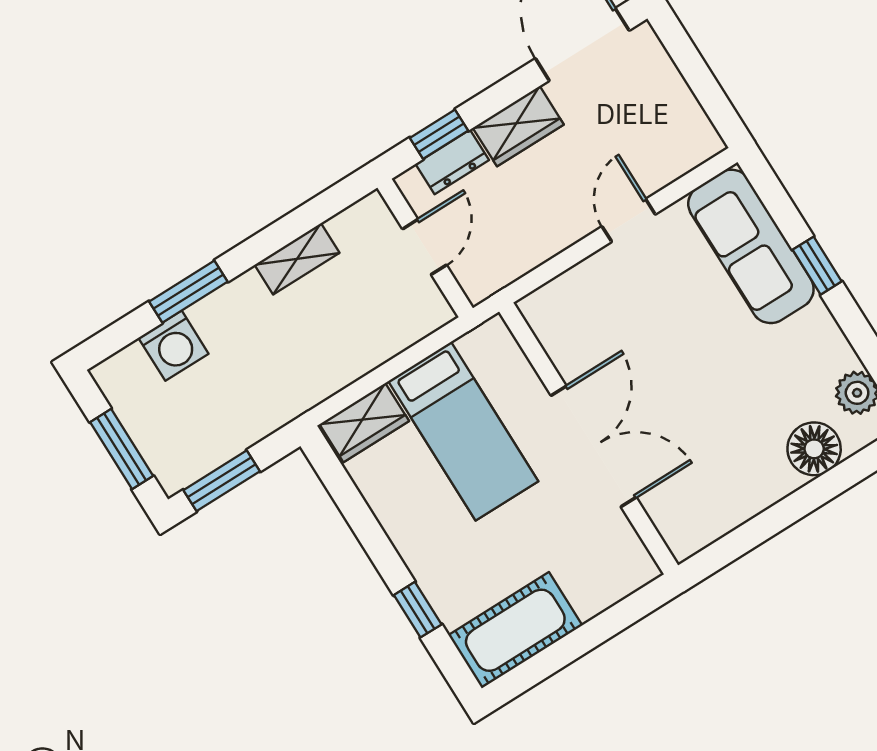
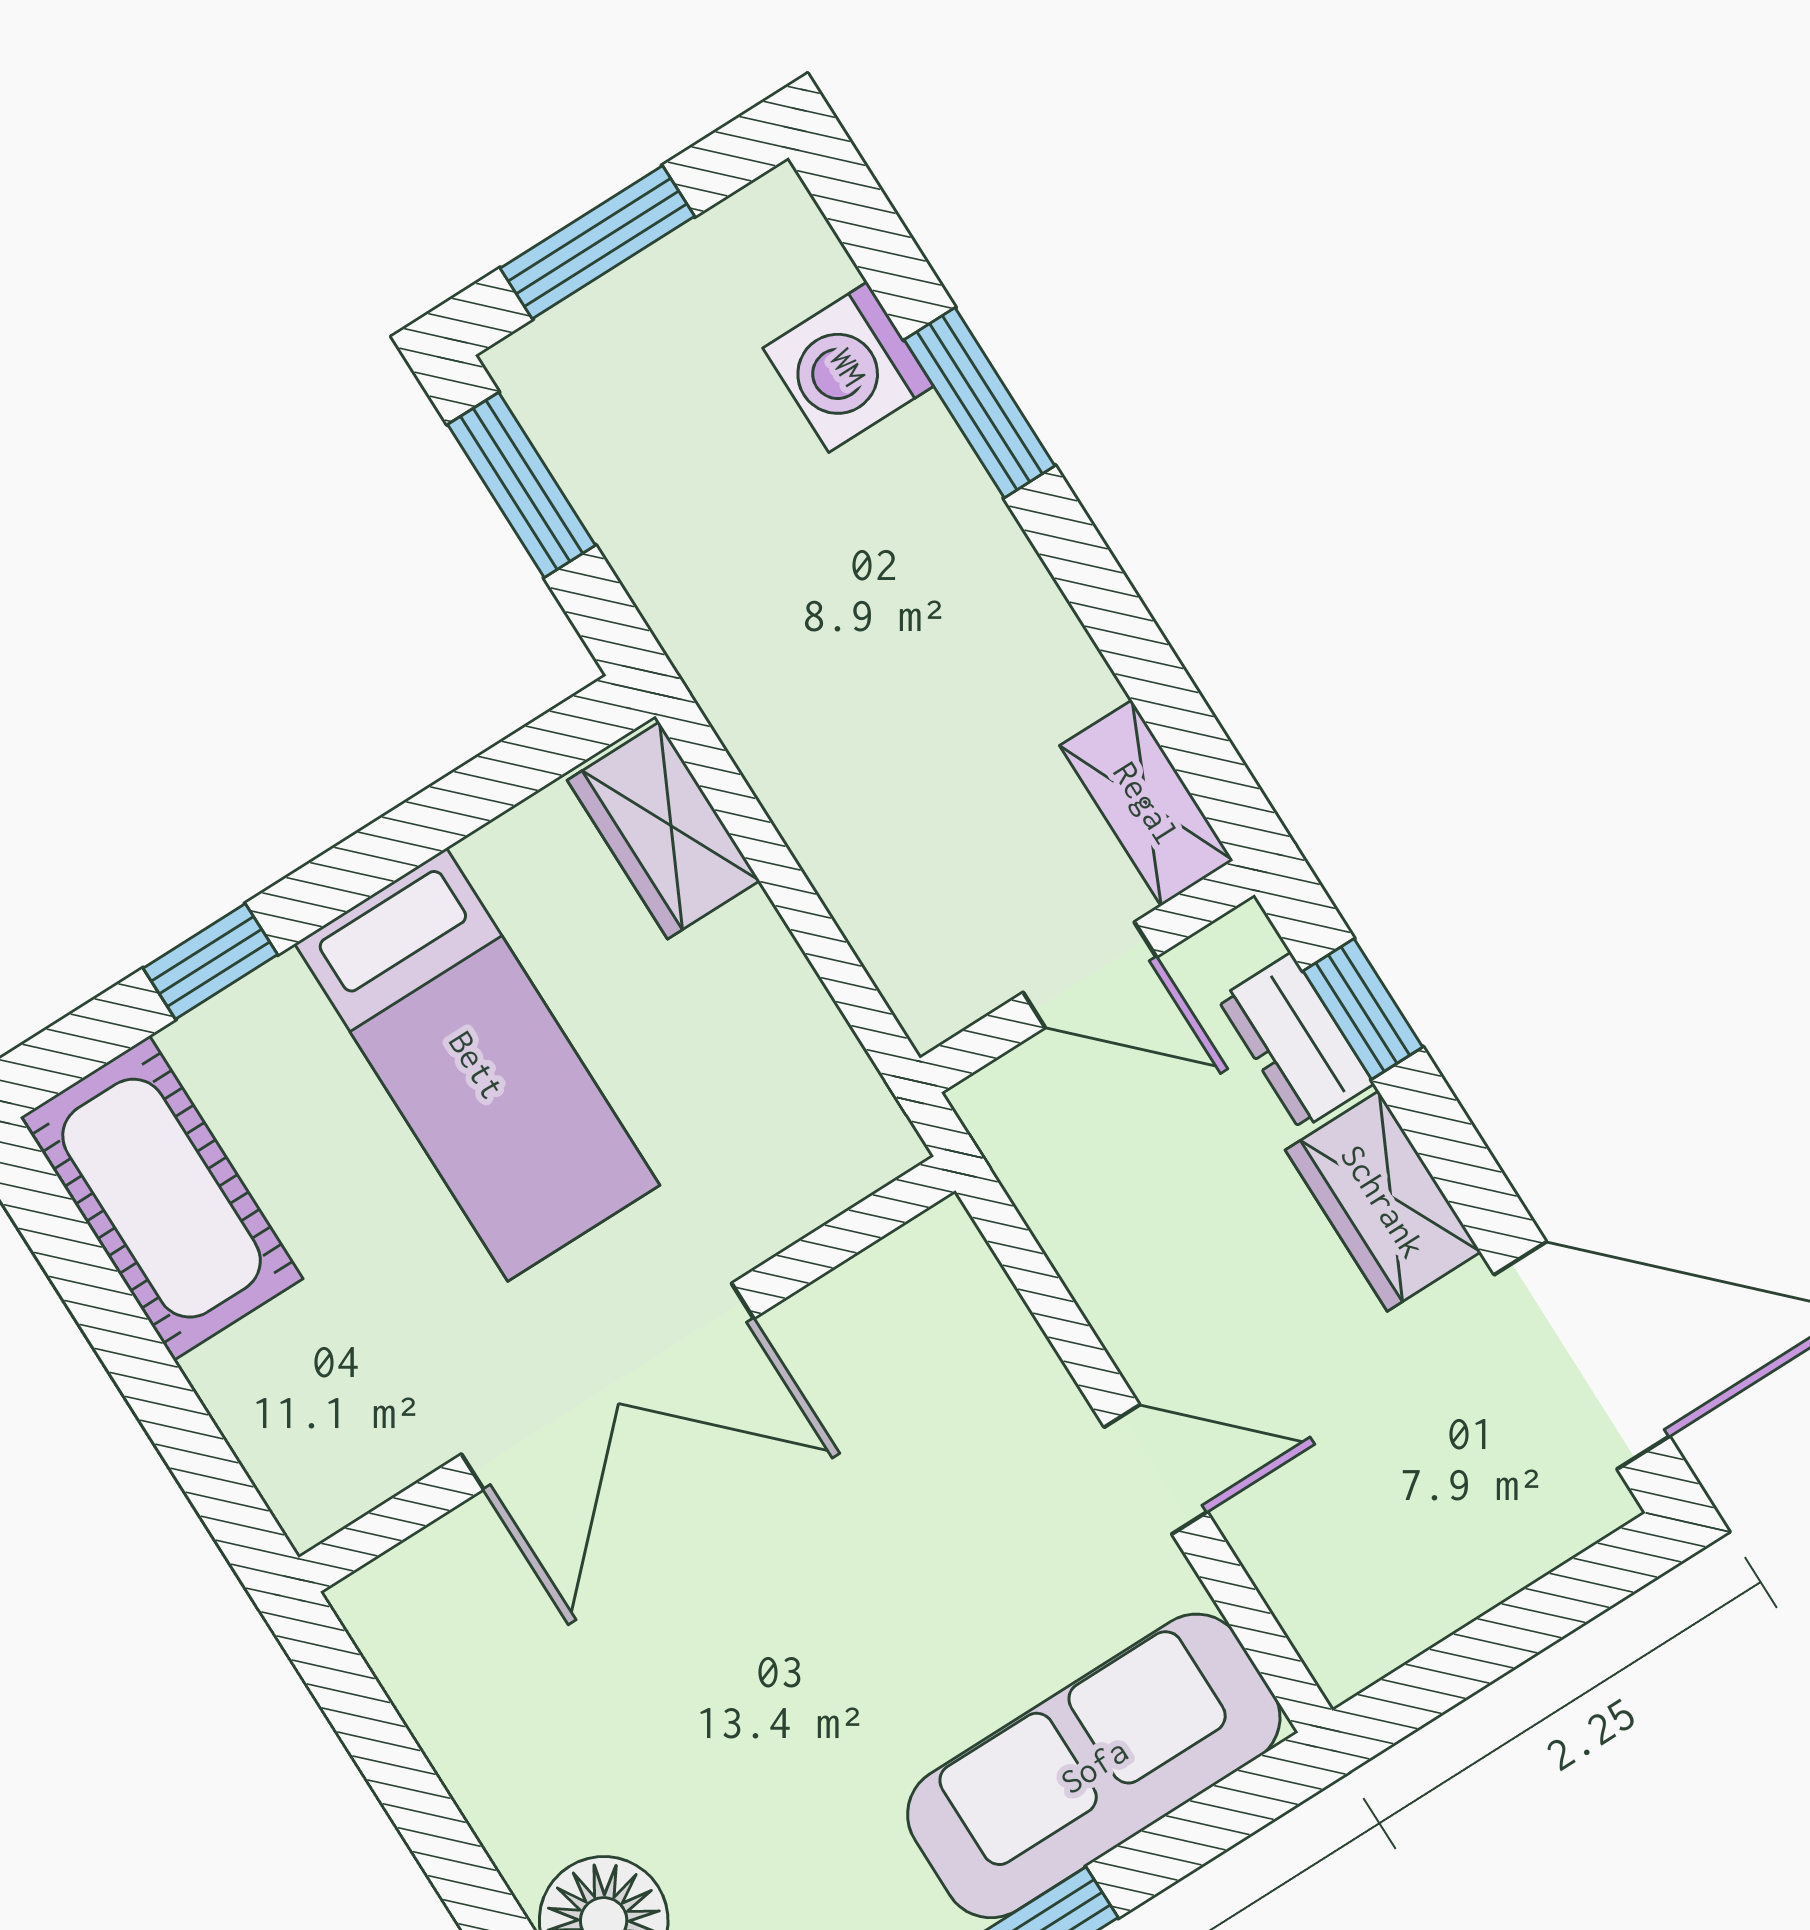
shelving: (297, 259) -> (1146, 803), moved
bed: (463, 431) -> (477, 1065), moved, turned -90

